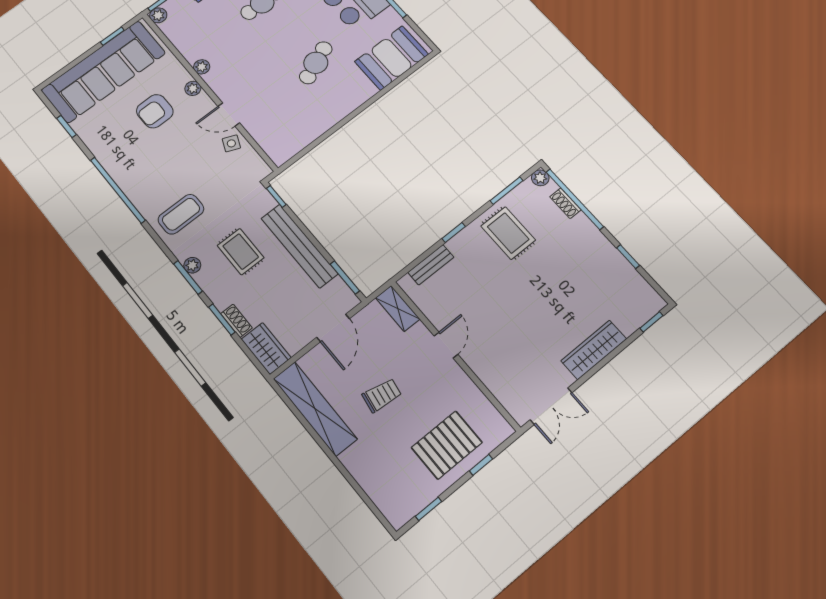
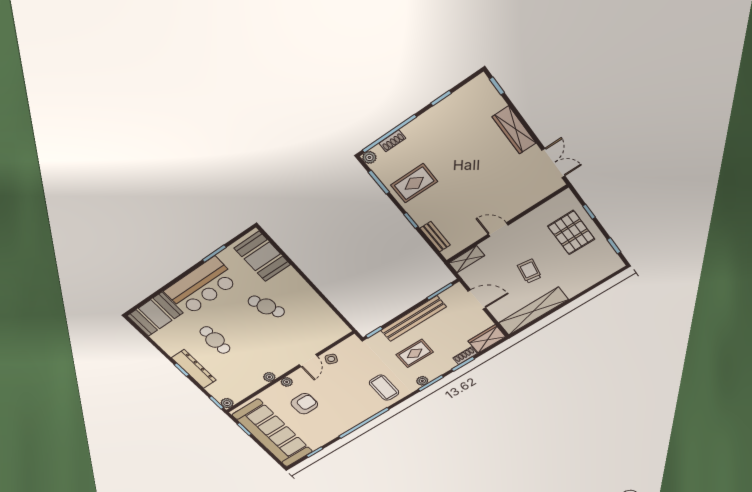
armchair: (155, 111) -> (304, 404), turned -90

